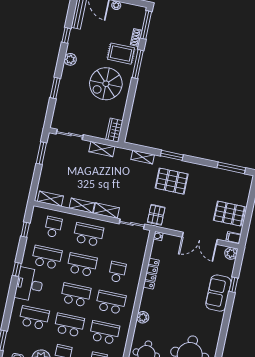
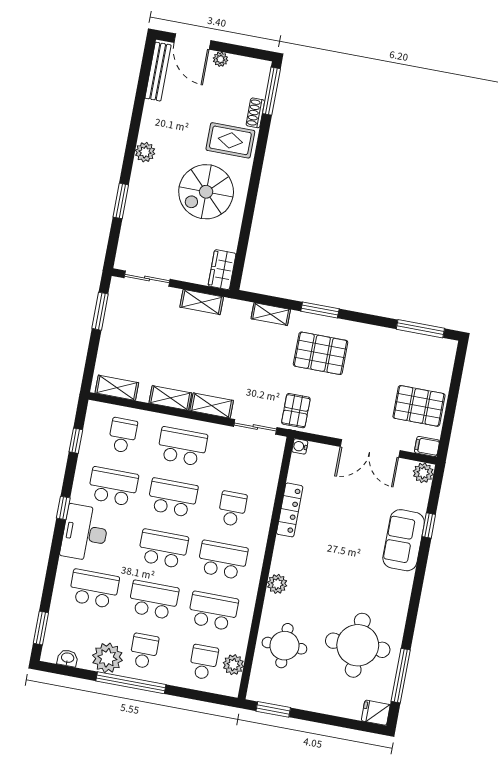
window: (66, 35) -> (137, 112), removed
window: (138, 64) -> (259, 158), removed

